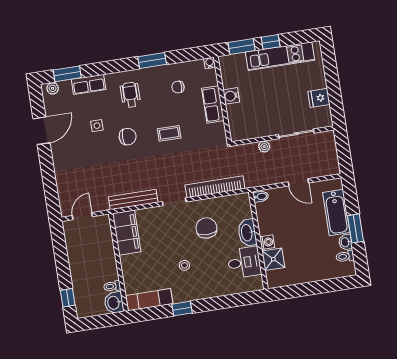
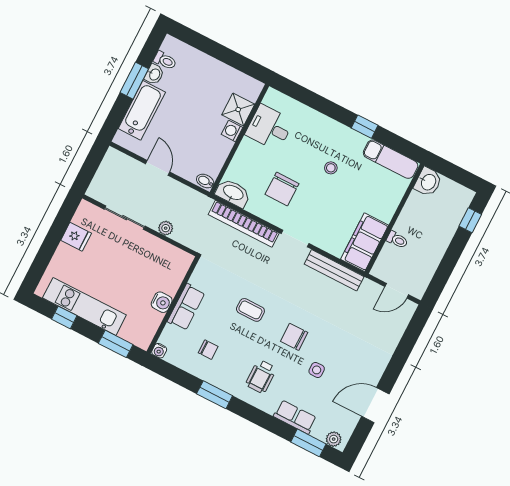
window: (271, 42) -> (64, 317), moved
washbasin: (247, 233) -> (233, 193), moved, turned -90
toilet: (112, 286) -> (397, 240), moved

